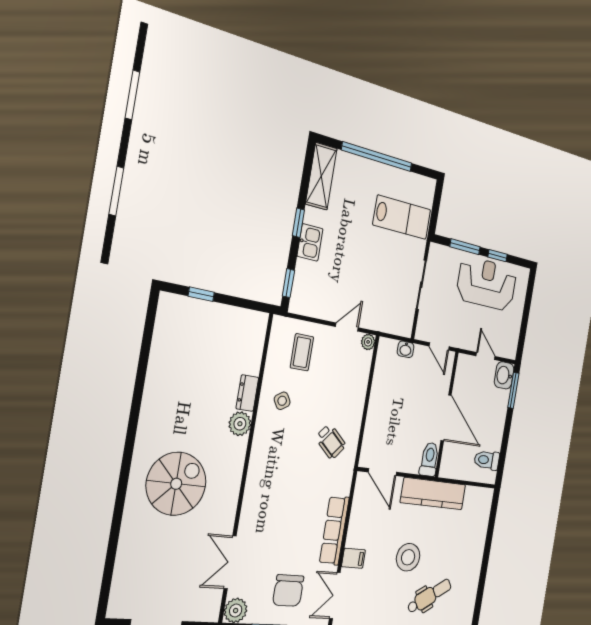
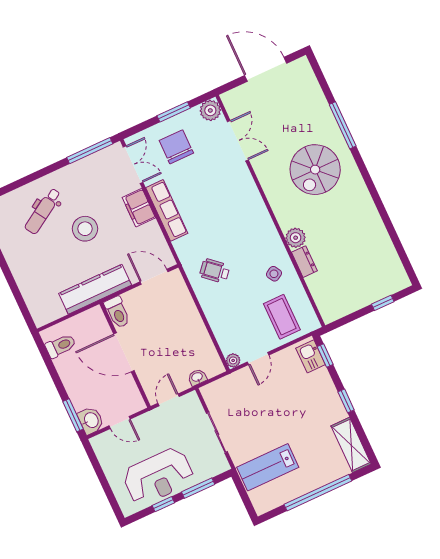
kitchen sink: (310, 242) -> (311, 356), moved
door: (439, 346) -> (169, 400), hinge flipped
coffee table: (302, 352) -> (282, 317), width x1.36, depth x1.30
window: (118, 515) -> (343, 125), added
filing cabinet: (353, 558) -> (139, 208), width x2.00

